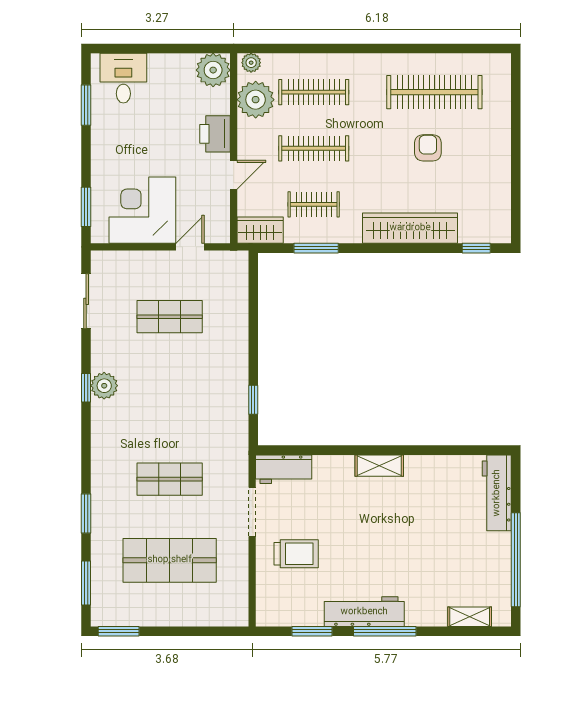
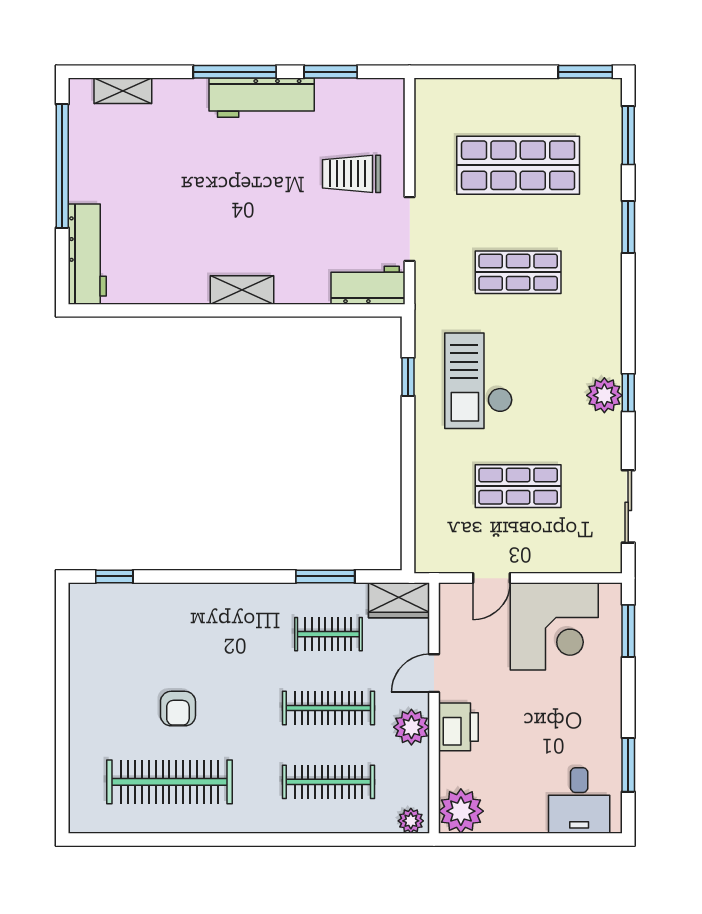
plant: (256, 100) -> (411, 727), moved, width x0.73, depth x0.73
wardrobe: (410, 228) -> (201, 603), removed
checkout: (200, 397) -> (478, 381), added

